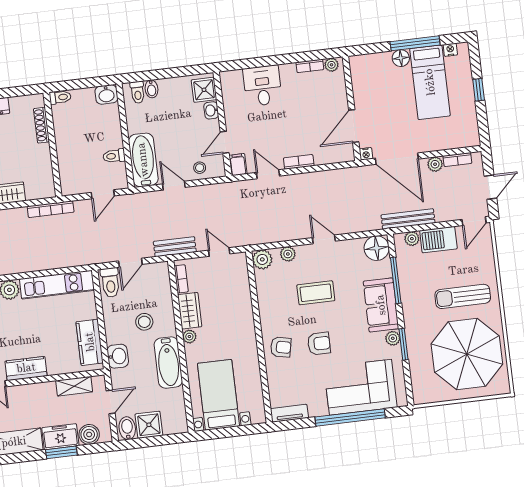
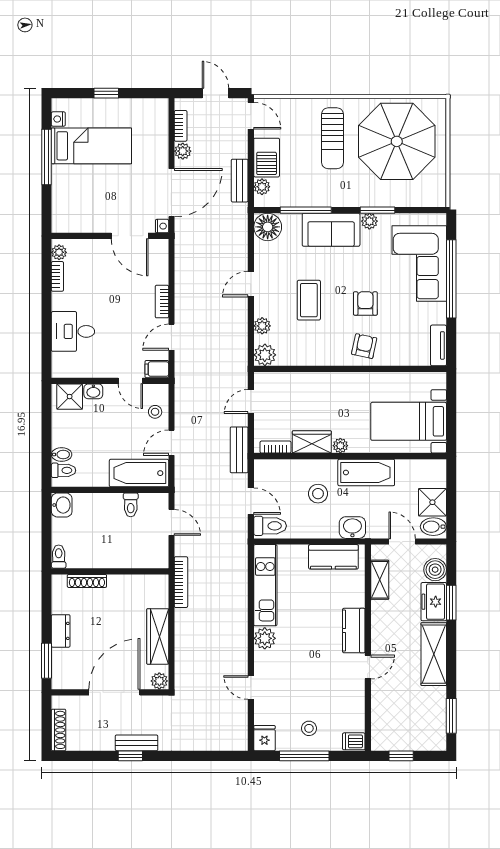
floor lamp: (401, 58) -> (61, 175), removed
bench: (408, 219) -> (240, 181), width x0.73

